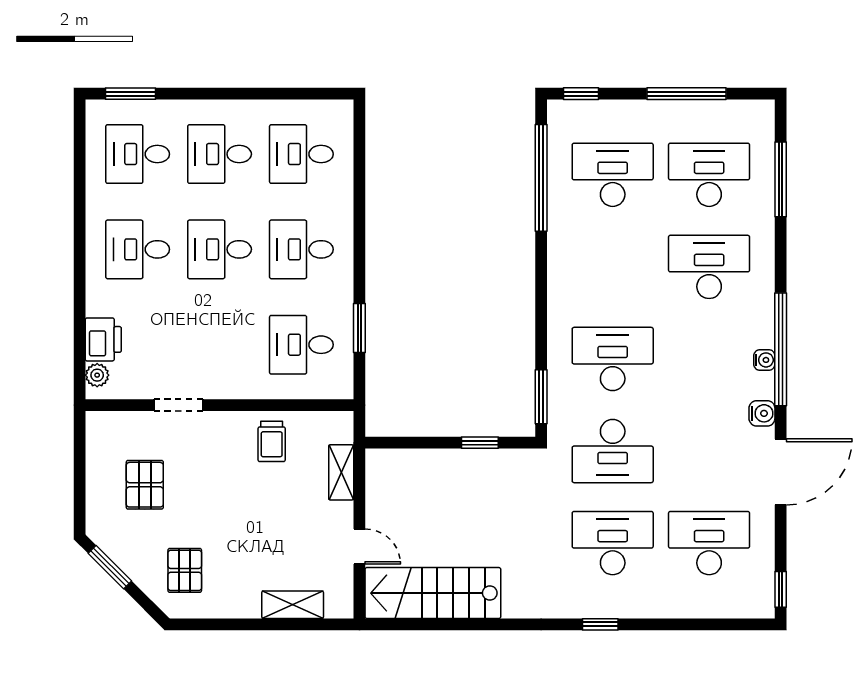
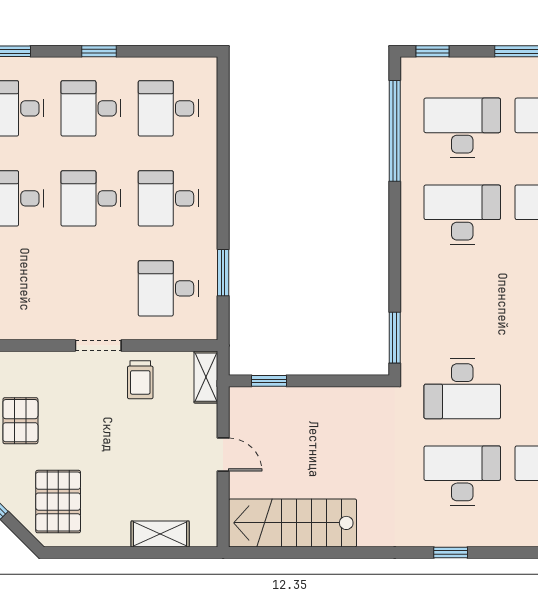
window: (228, 94) -> (99, 51), added
desk: (613, 359) -> (462, 215), moved
doorway: (178, 405) -> (98, 345), moved
window: (480, 443) -> (269, 381), moved
shelving: (341, 472) -> (206, 377), moved
door: (359, 547) -> (223, 455), moved
pallet: (185, 570) -> (58, 502), width x1.50, depth x1.42

